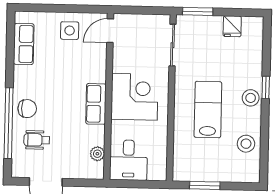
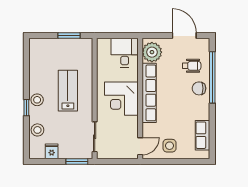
row of seats: (96, 104) -> (149, 93), width x2.02
lab bench: (208, 110) -> (68, 91), turned 180
stool: (246, 144) -> (37, 130), moved
plant: (97, 154) -> (152, 52), width x1.87, depth x1.87

